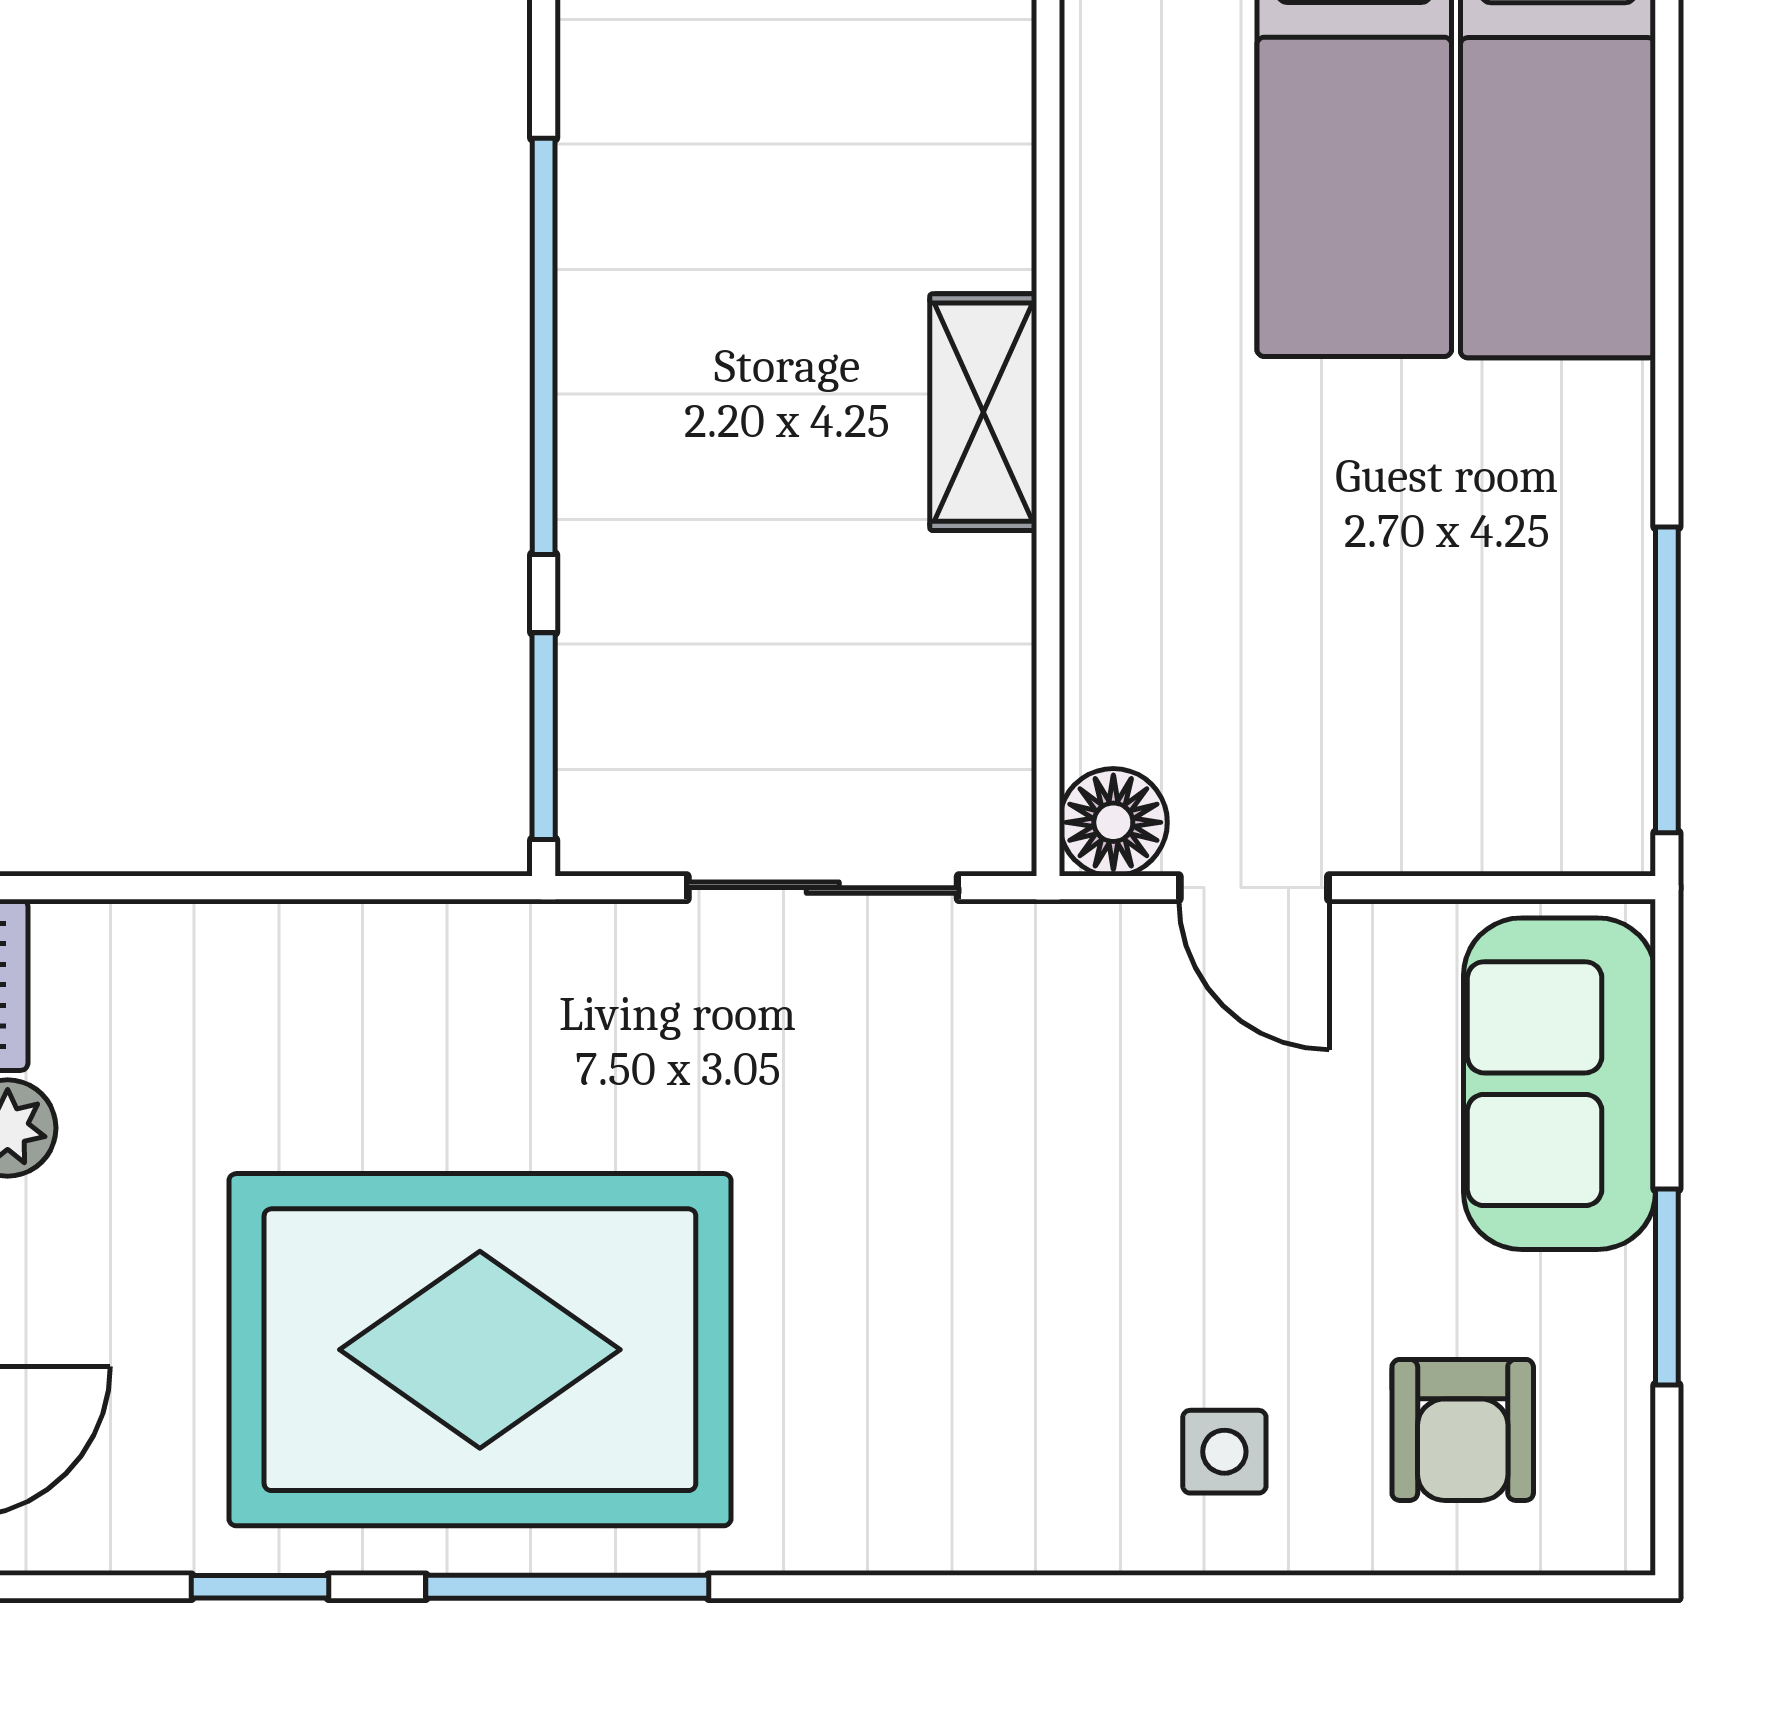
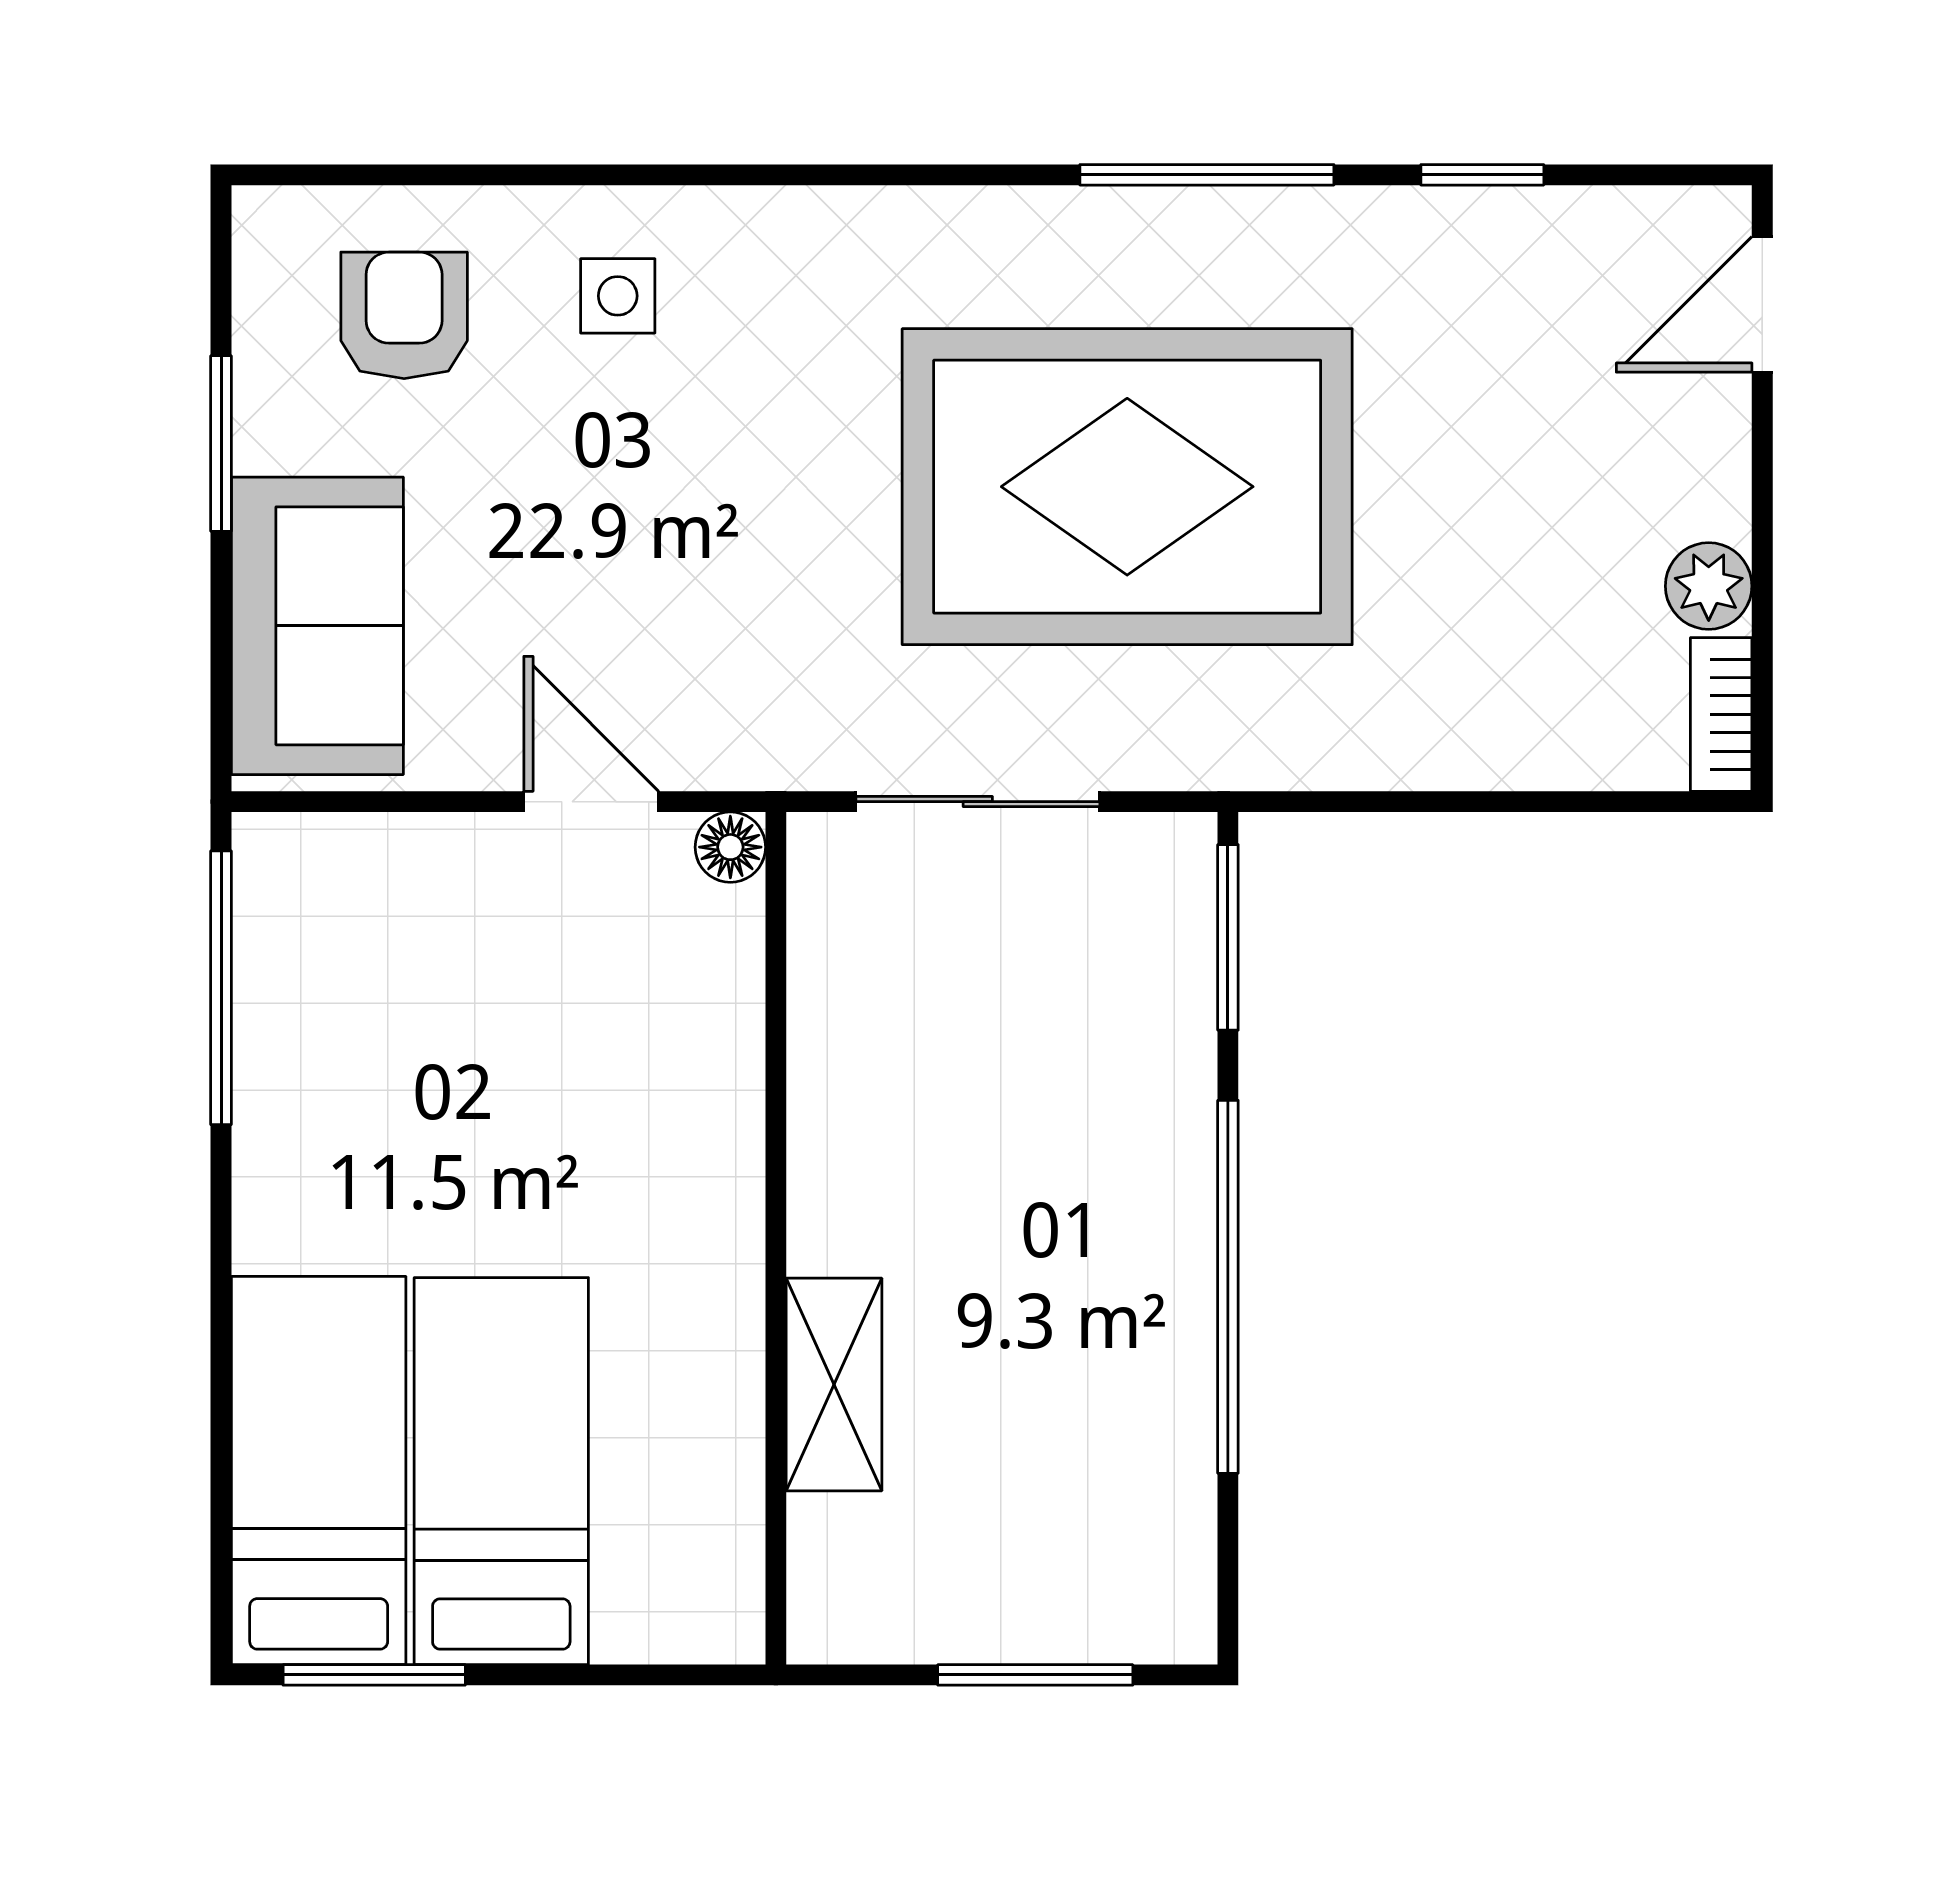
shelving: (983, 412) -> (834, 1384), moved
floor lamp: (1113, 822) -> (730, 847), width x0.73, depth x0.73
rug: (480, 1350) -> (1127, 487), moved

